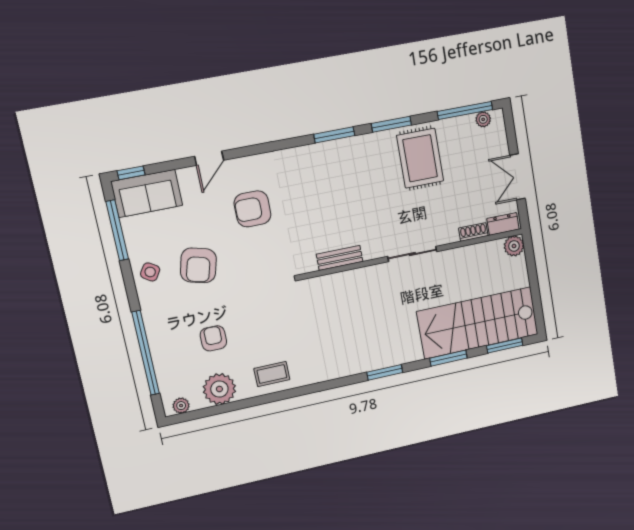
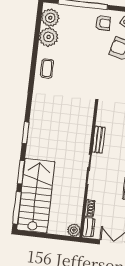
bench: (340, 258) -> (99, 140), moved
armchair: (213, 338) -> (103, 23), moved
window: (505, 346) -> (17, 208), width x1.44
plant: (181, 406) -> (50, 18), width x1.87, depth x1.87

